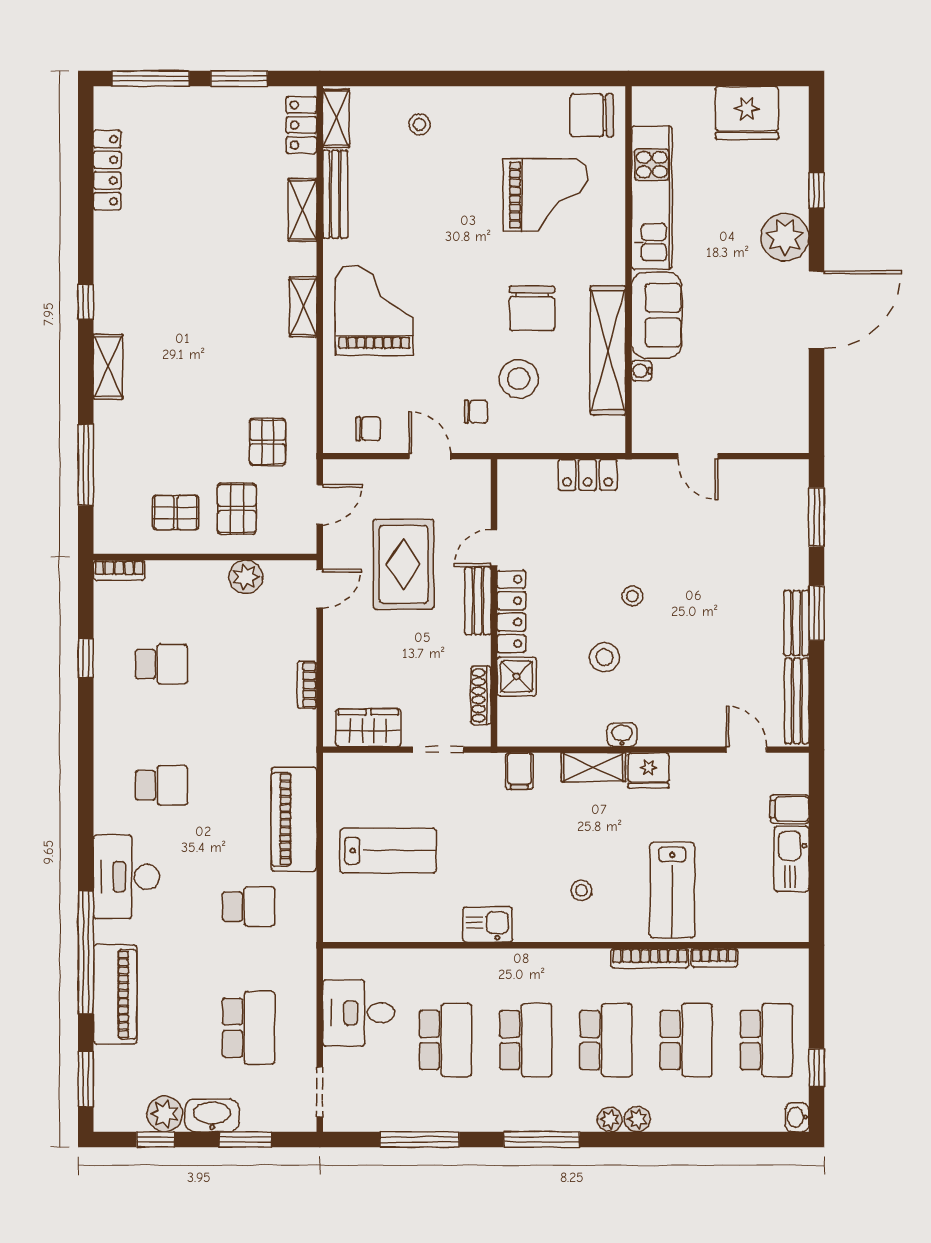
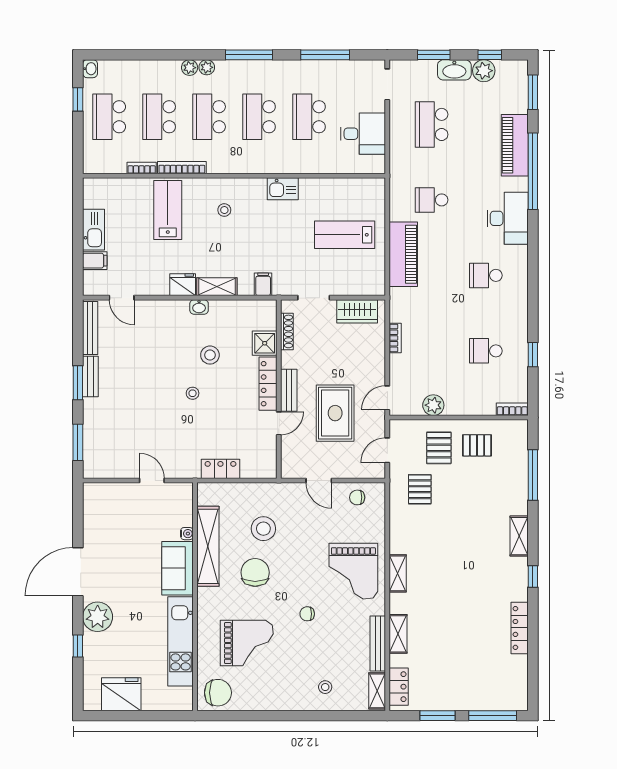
locker: (107, 170) -> (520, 628), moved
grand piano: (545, 195) -> (247, 643), turned 180
chair: (476, 412) -> (307, 614), moved

